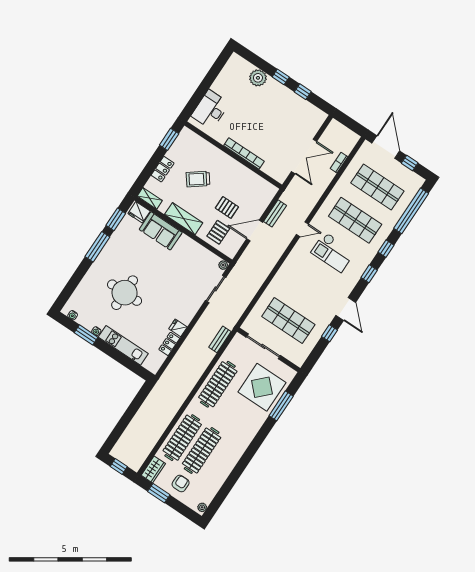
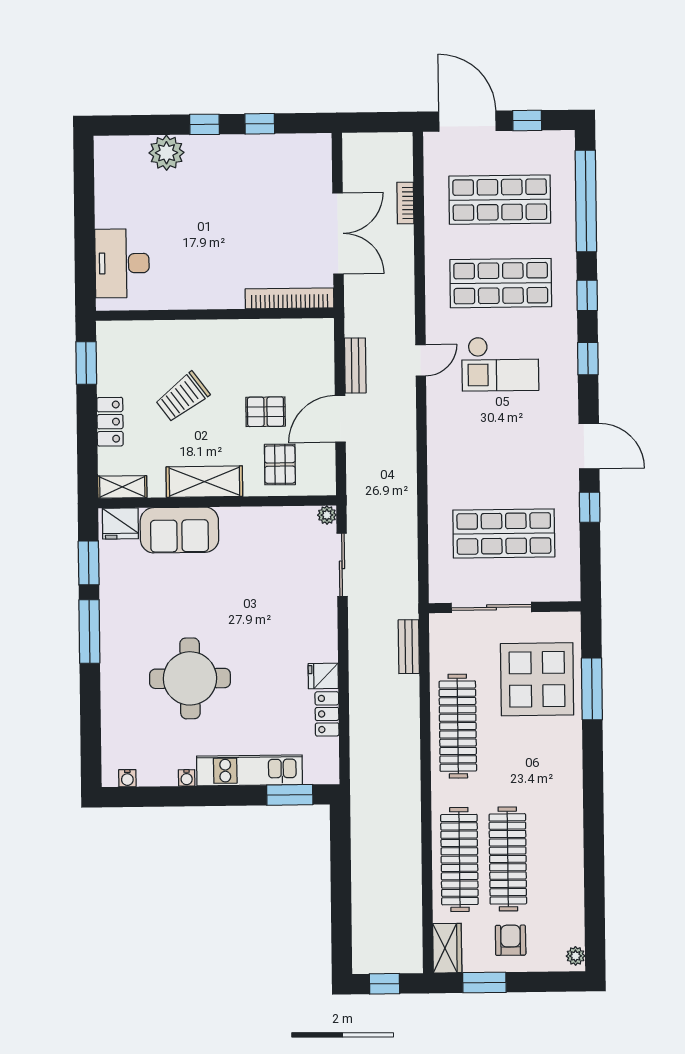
bookcase: (244, 153) -> (290, 298), moved
window: (86, 335) -> (290, 795), moved

